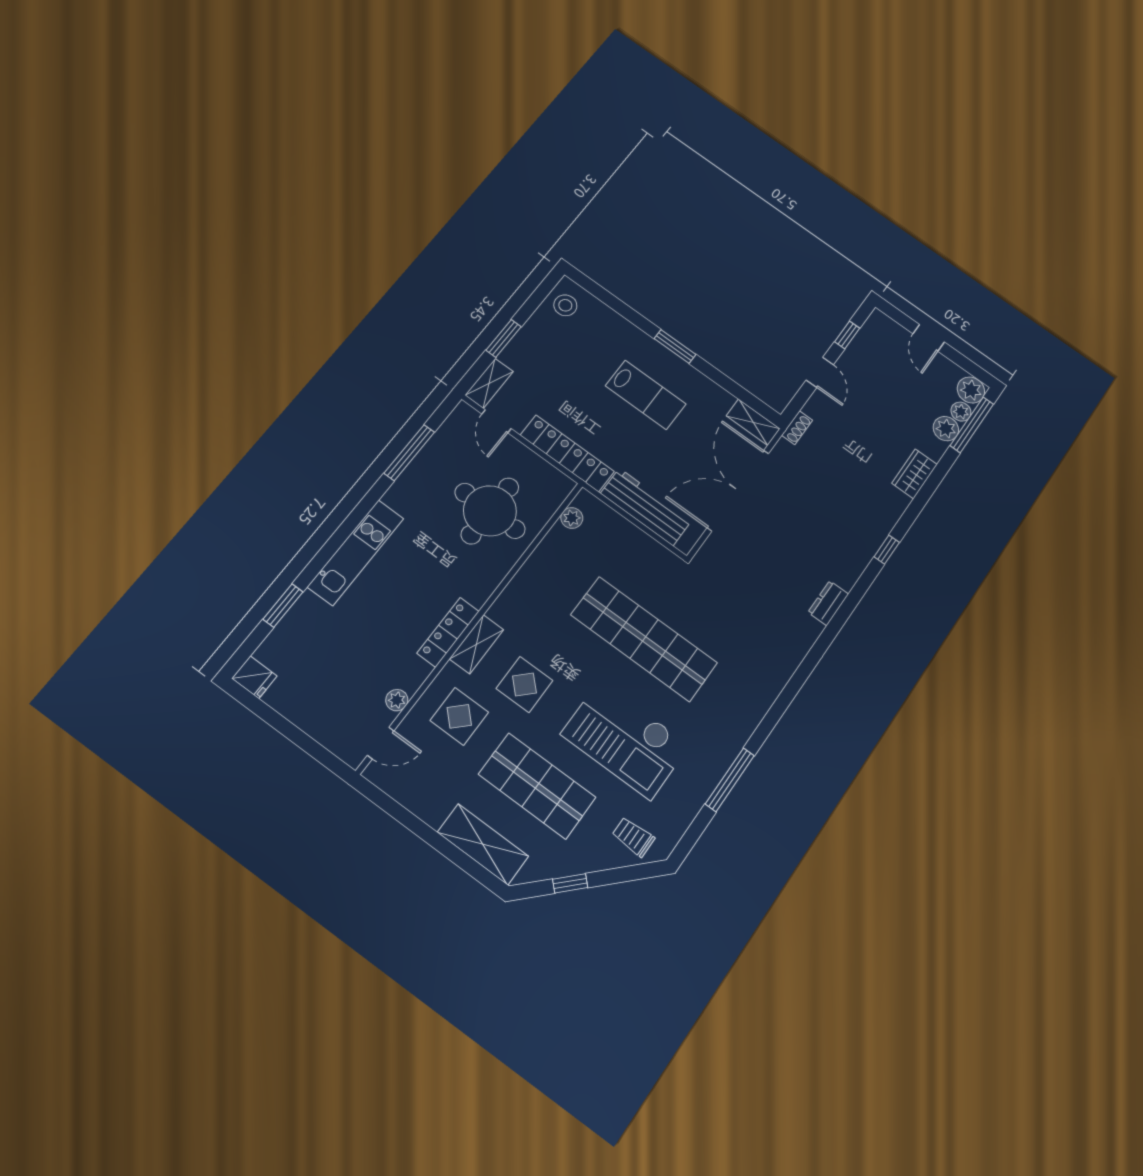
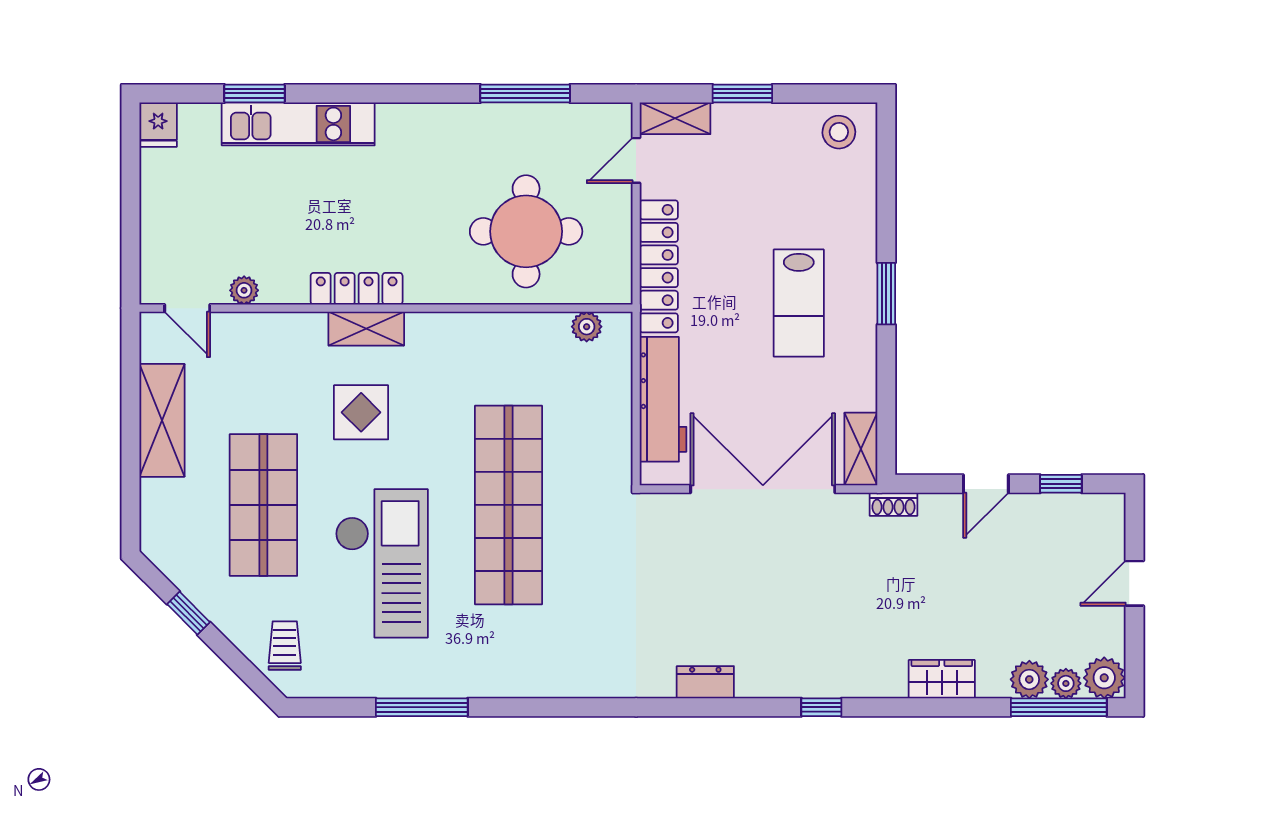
kitchen unit: (356, 552) -> (298, 124), moved
display table: (459, 716) -> (276, 369), removed
checkout: (625, 740) -> (382, 563), turned 180
shelving: (483, 844) -> (162, 420), moved

